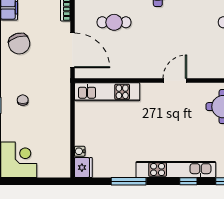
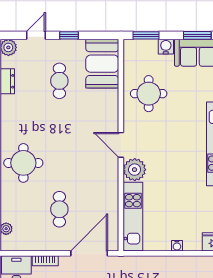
plant: (152, 93) -> (135, 170), added
water cooler: (80, 151) -> (177, 246), moved

